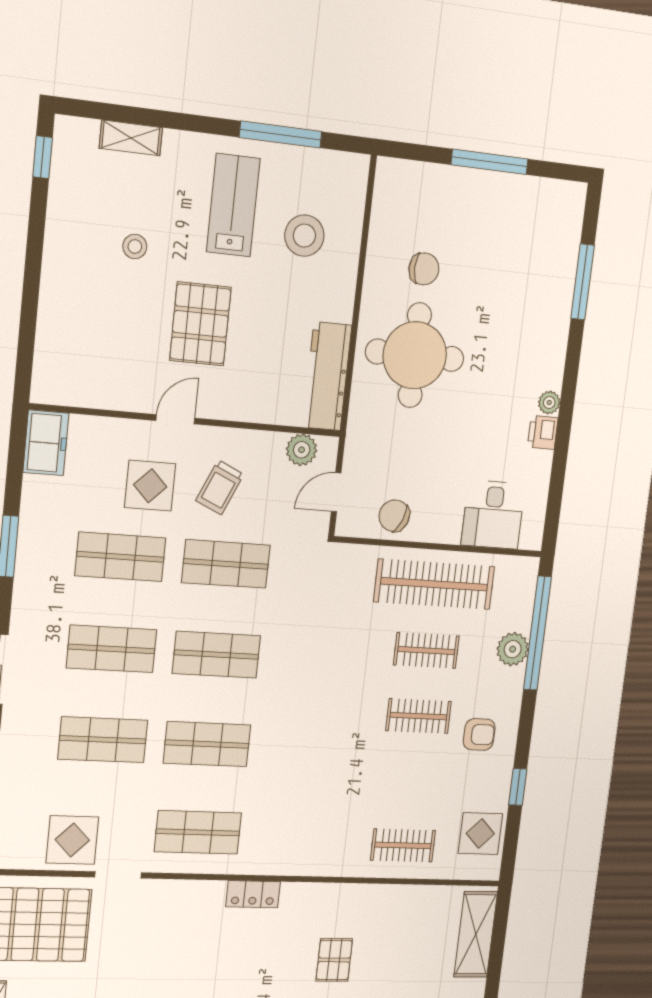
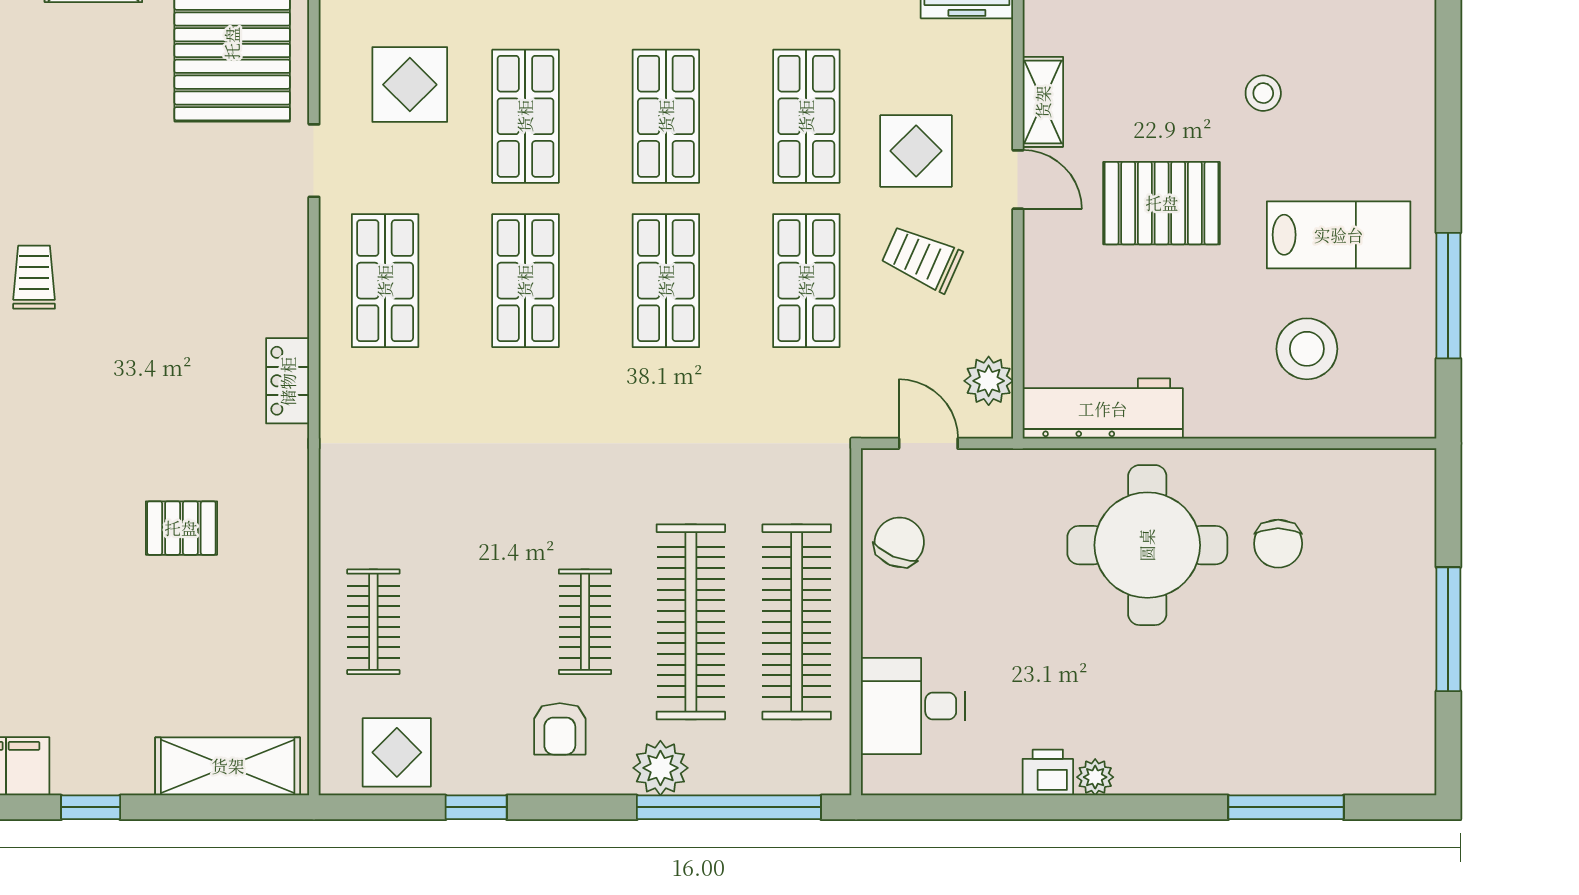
shelving: (131, 138) -> (1043, 102), moved
plant: (513, 649) -> (660, 768), moved
clothes rail: (426, 650) -> (691, 622), width x1.86, depth x1.31
display table: (72, 840) -> (410, 85), moved

